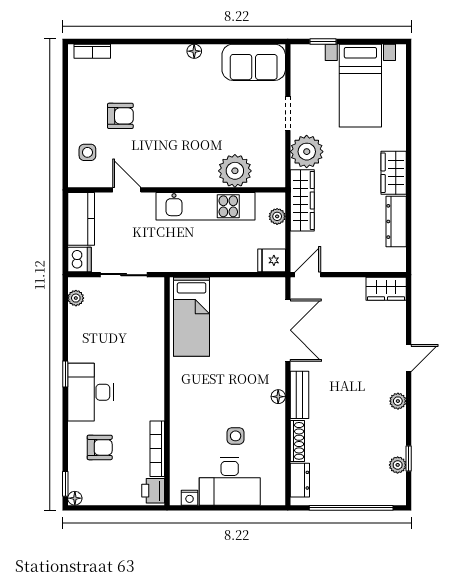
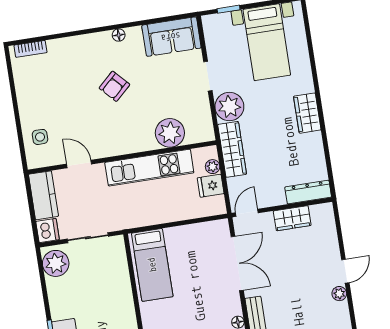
armchair: (120, 116) -> (114, 86), moved, turned 137
dresser: (396, 221) -> (308, 192), moved, turned 90
fridge: (272, 260) -> (211, 186), moved
wardrobe: (386, 289) -> (292, 218), moved
plant: (76, 298) -> (56, 263), width x1.88, depth x1.88
plant: (398, 401) -> (339, 294), moved

